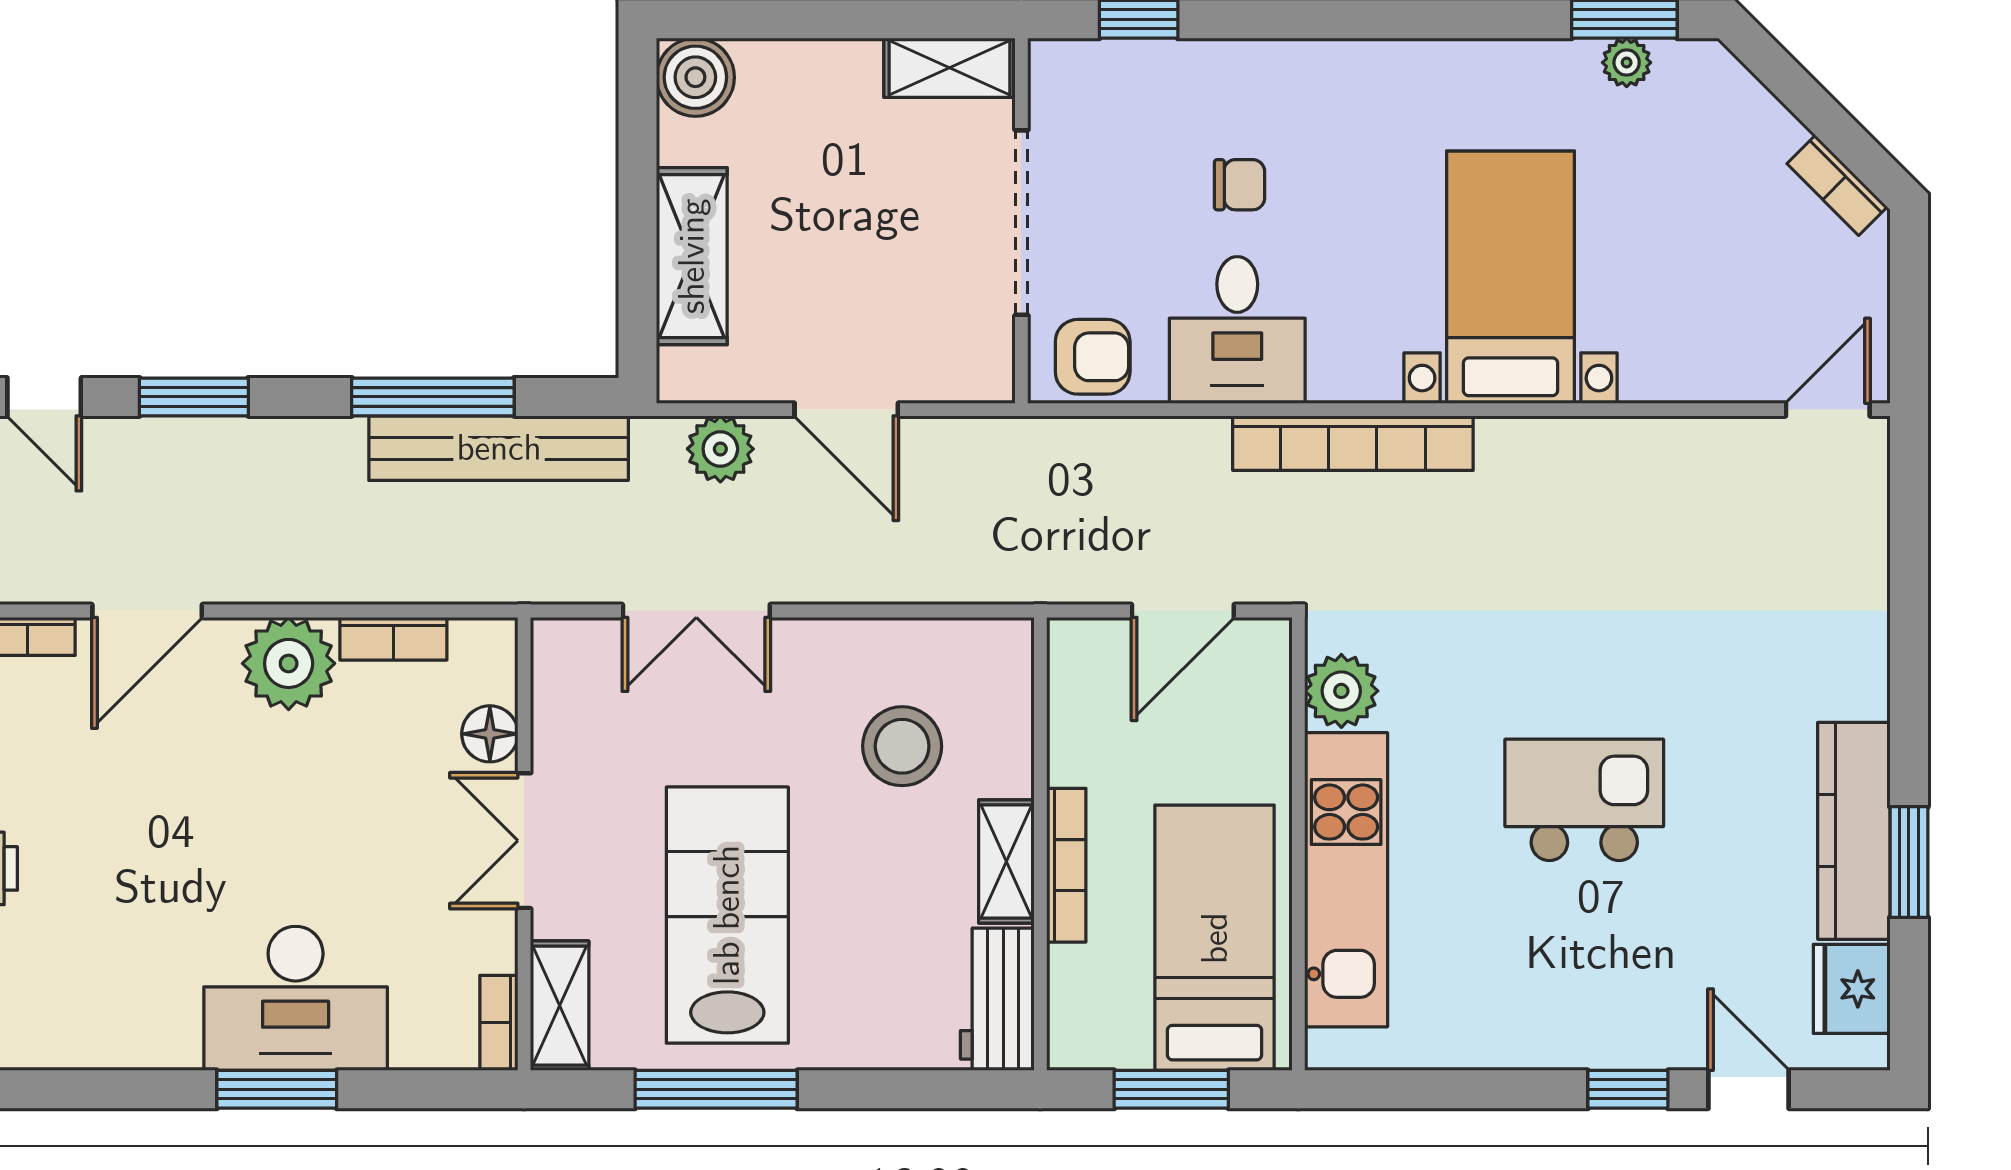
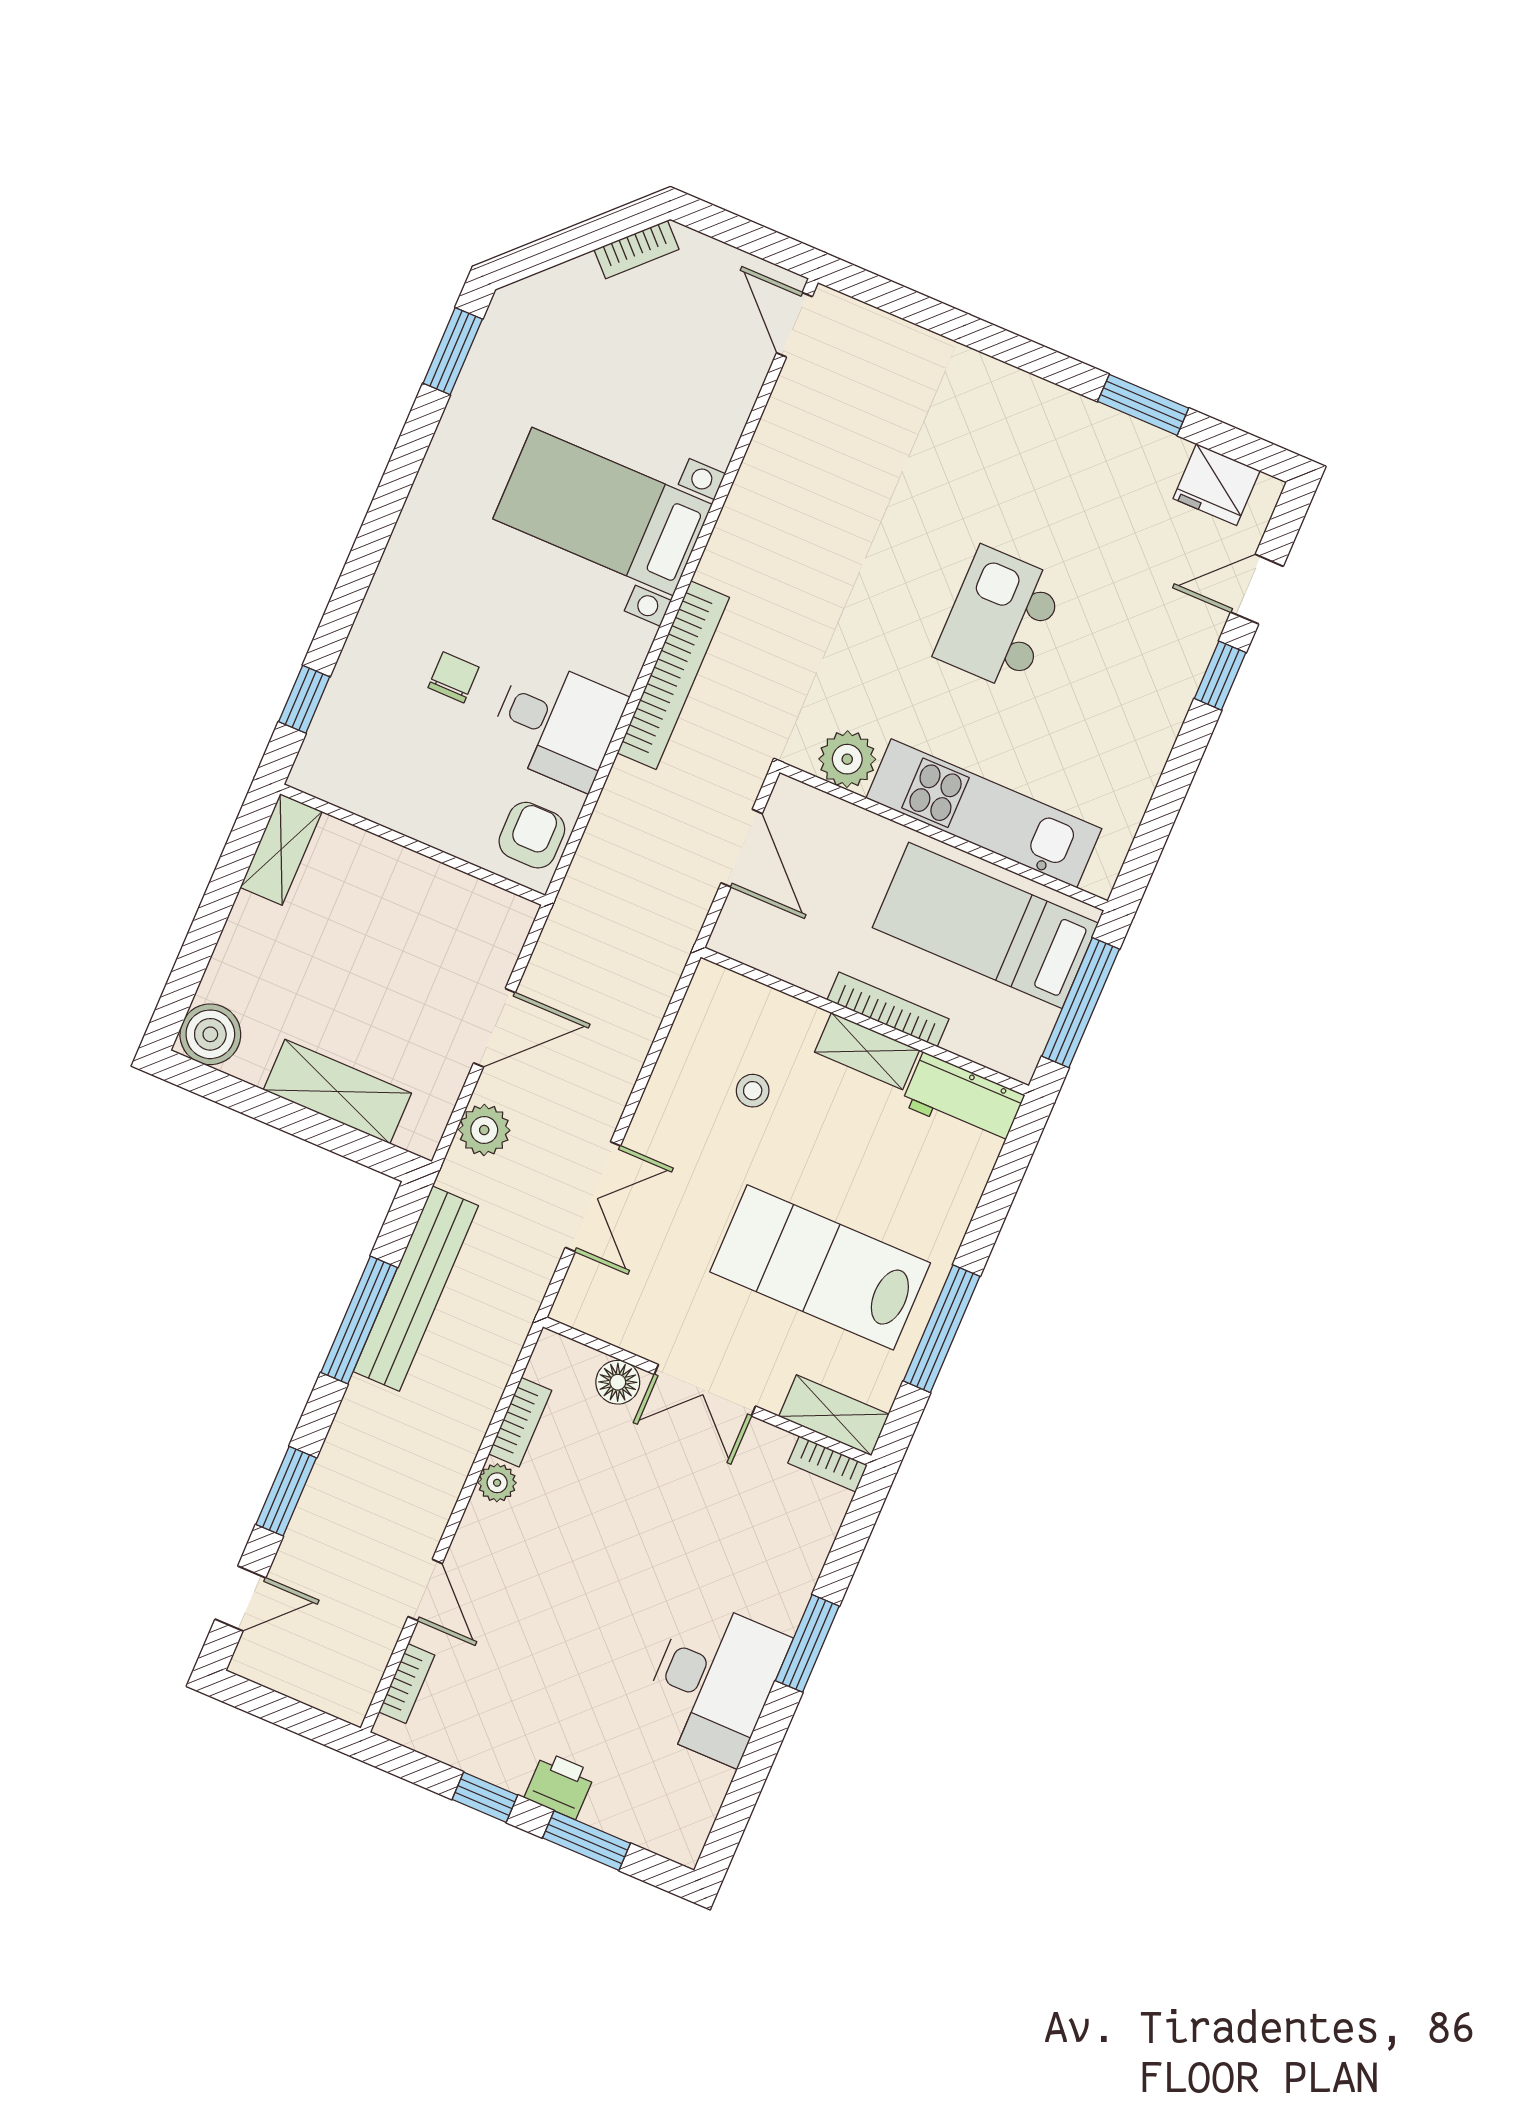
plant: (1627, 63) -> (484, 363), removed
doorway: (1021, 223) -> (414, 845), removed
door: (147, 611) -> (425, 1590), width x0.73
plant: (289, 663) -> (497, 1483), width x0.53, depth x0.53
stool: (902, 746) -> (753, 1091), width x0.53, depth x0.53
kitchen counter: (1854, 831) -> (1104, 435), removed
desk: (296, 998) -> (714, 1682), moved
window: (1171, 1089) -> (1081, 1003), width x1.44

